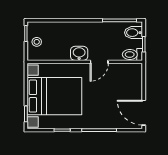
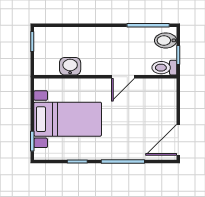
stool: (37, 42) -> (46, 52), removed
washbasin: (79, 53) -> (70, 66), moved
bed with nightstands: (54, 96) -> (68, 119), width x0.73
door: (144, 113) -> (178, 140), hinge flipped

